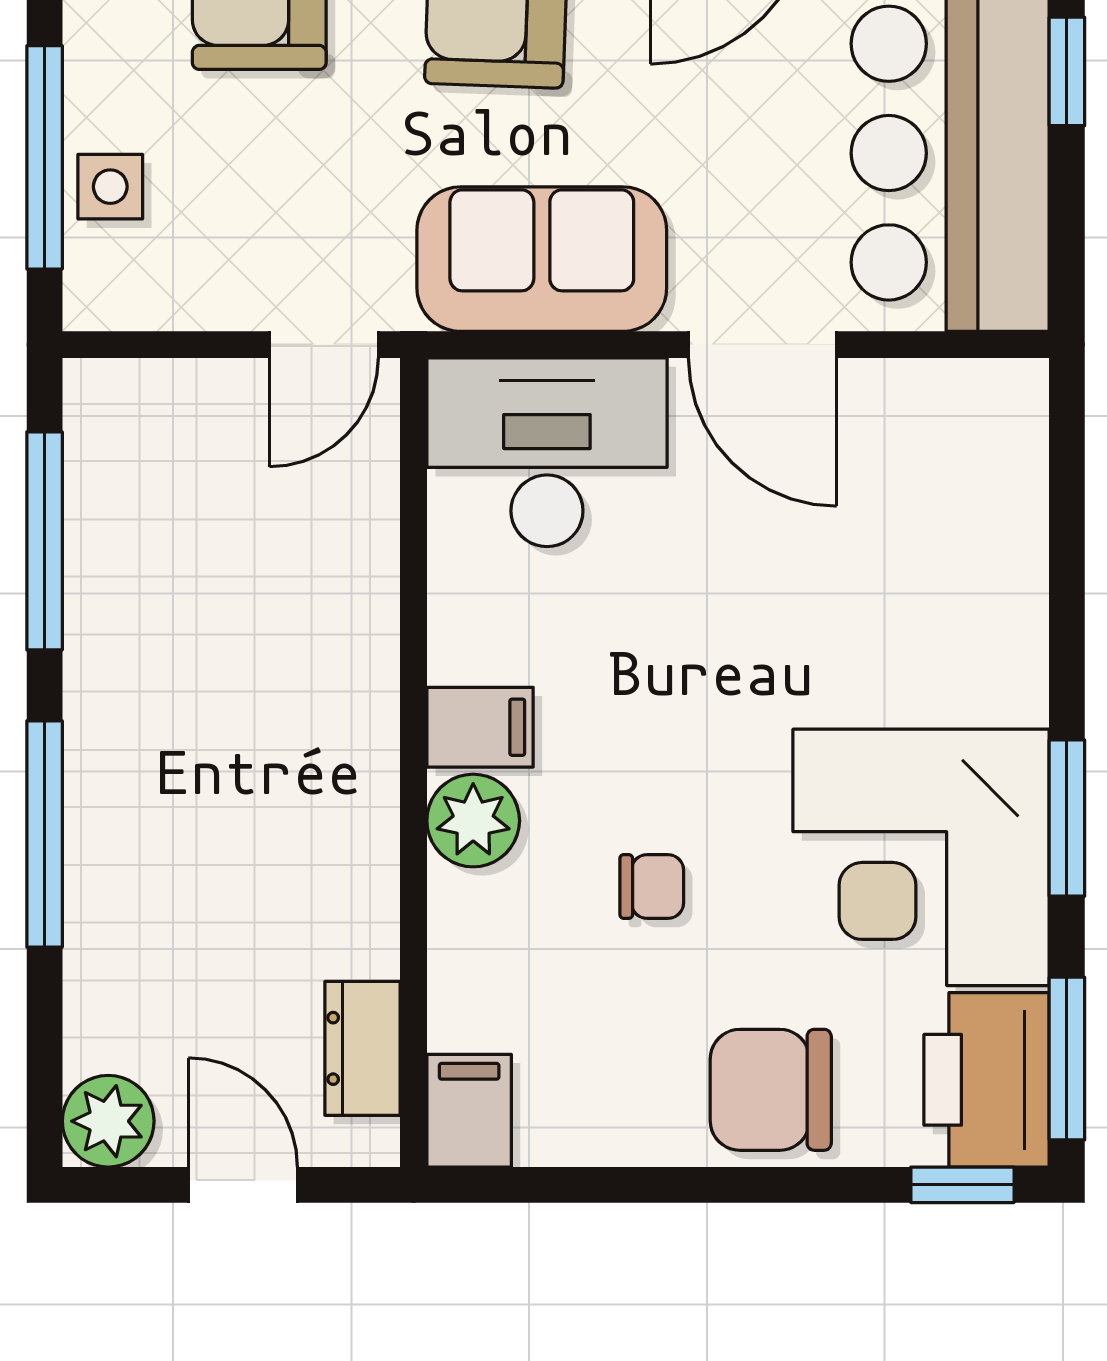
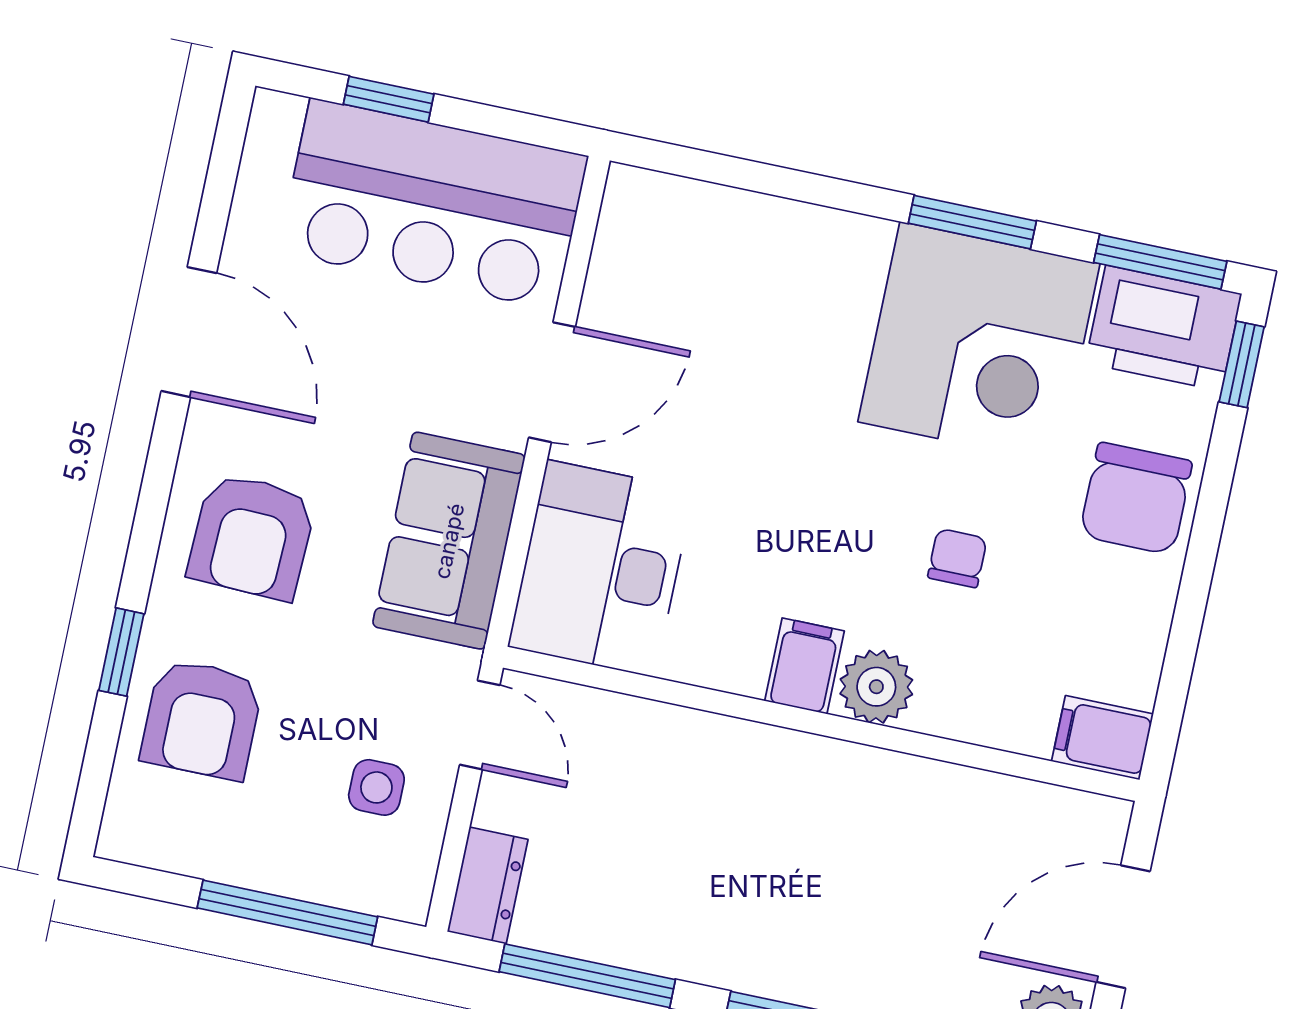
side table: (110, 187) -> (376, 787), moved
dresser: (363, 1048) -> (488, 886), moved, turned -90
door: (243, 1185) -> (1123, 927), width x1.38

